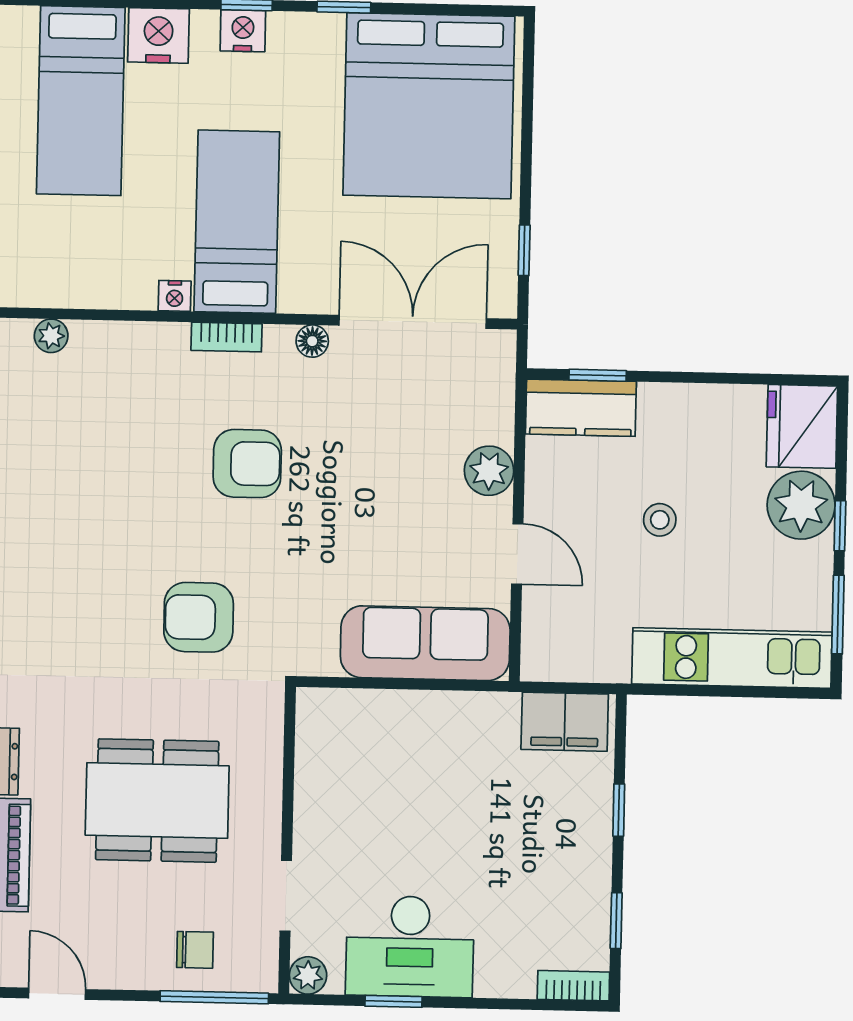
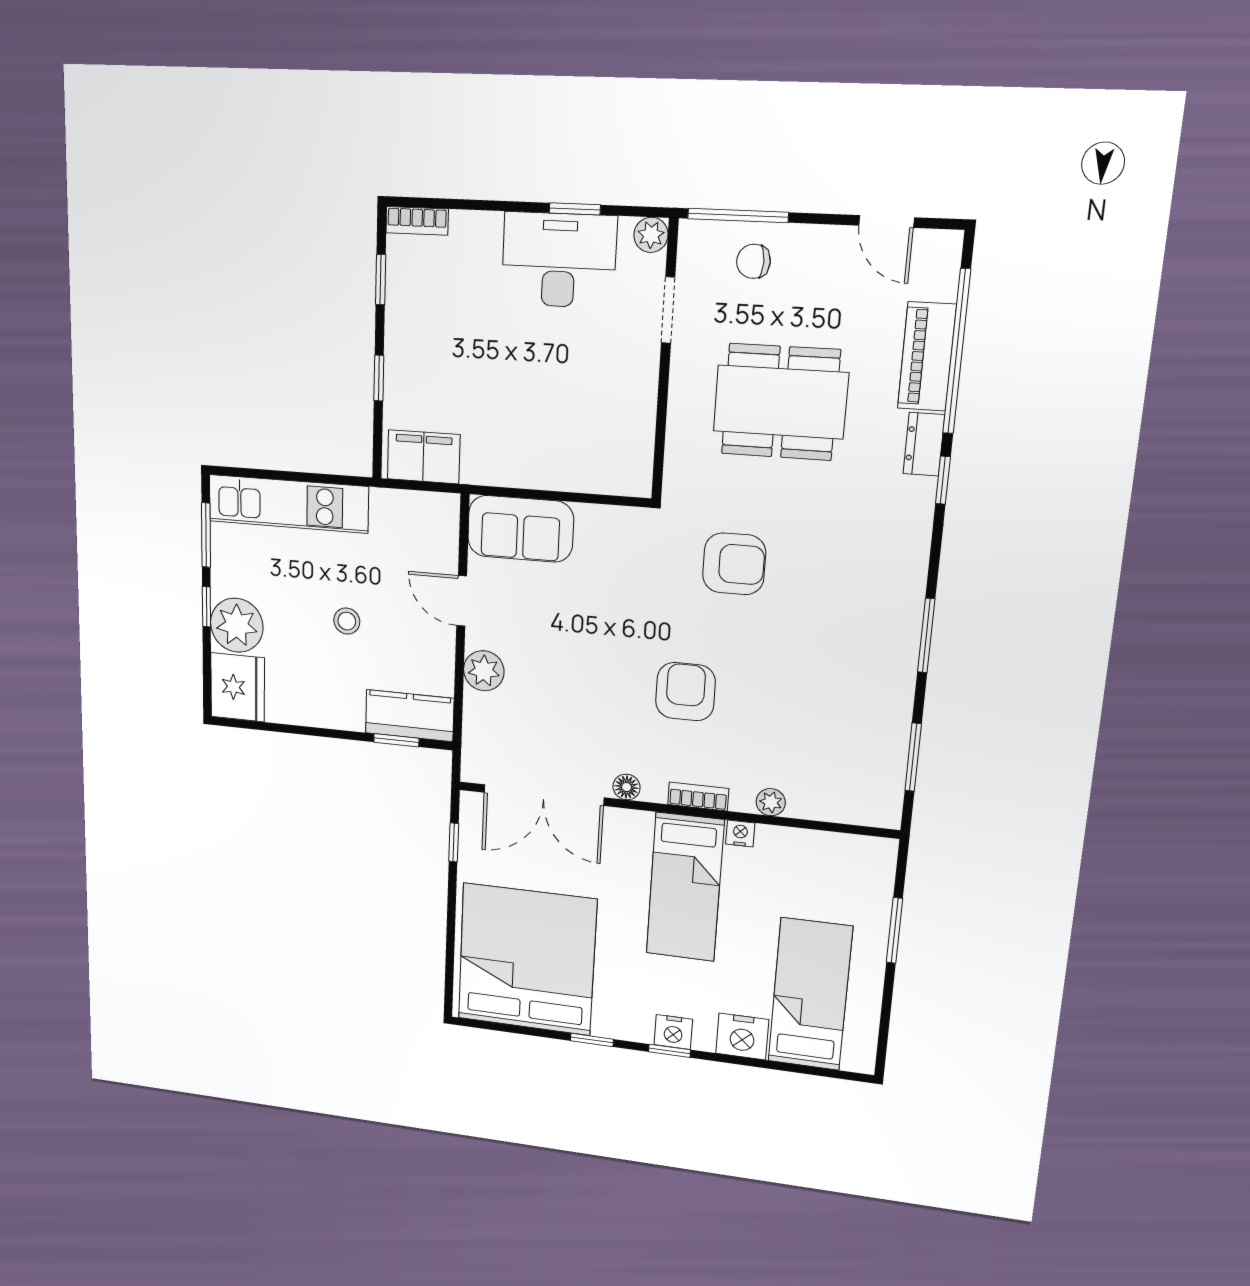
plant: (51, 336) -> (771, 802), moved
armchair: (247, 464) -> (685, 692), turned 90
sofa: (425, 643) -> (520, 529), width x0.73

